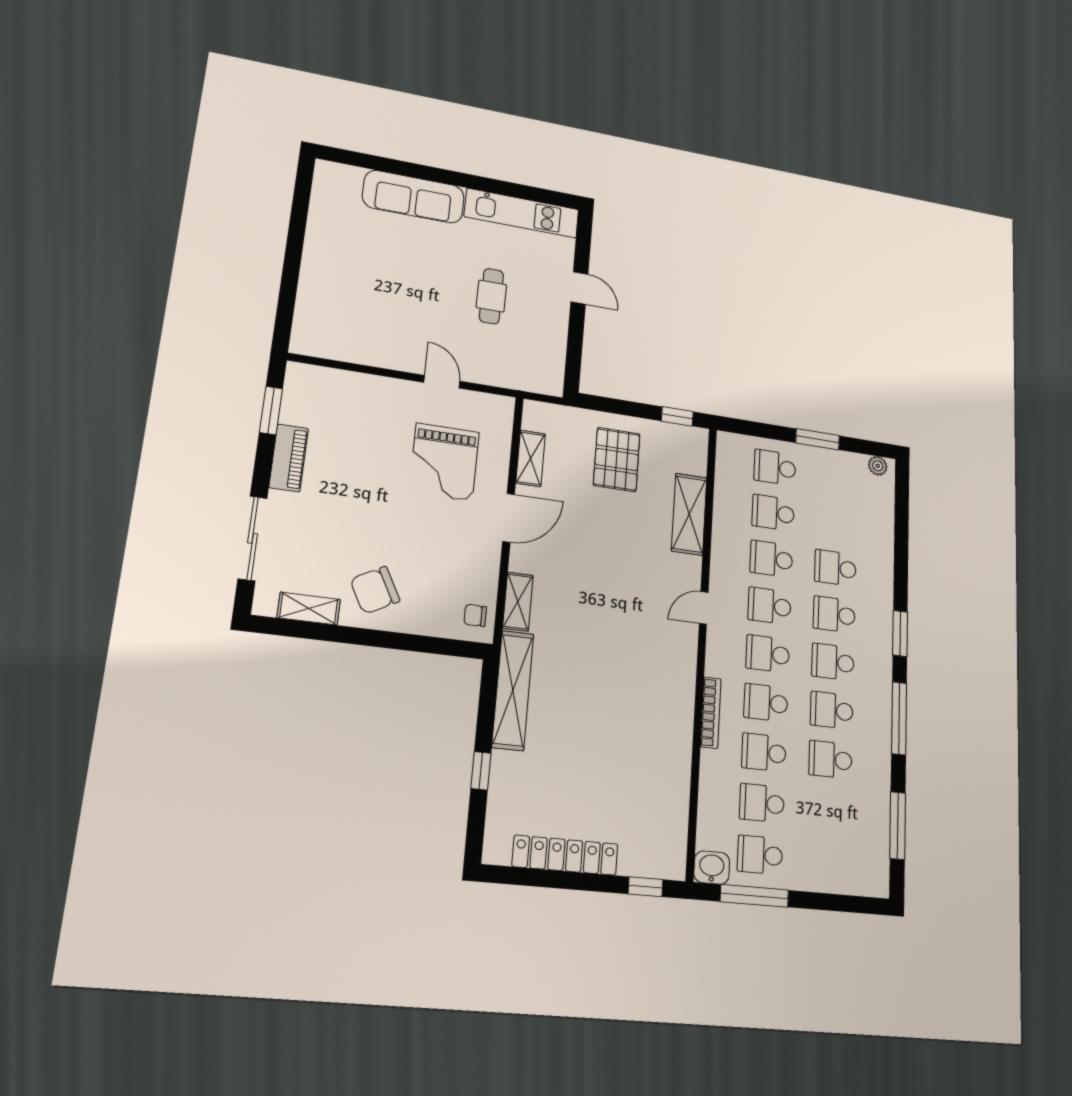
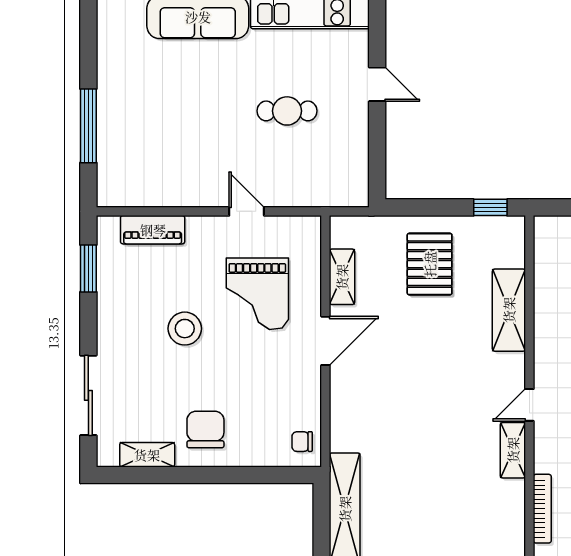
window: (291, 274) -> (88, 126), added
cafe table: (491, 296) -> (287, 111), turned 90
piano: (289, 458) -> (153, 230), moved, turned 90
stool: (365, 485) -> (185, 329), added
chair: (375, 590) -> (205, 430), turned 118
shelving: (518, 602) -> (513, 450), moved

